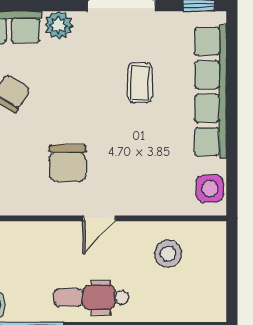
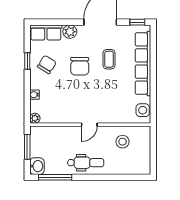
chair: (68, 163) -> (80, 66), moved
dental chair: (91, 297) -> (86, 163), turned 180

